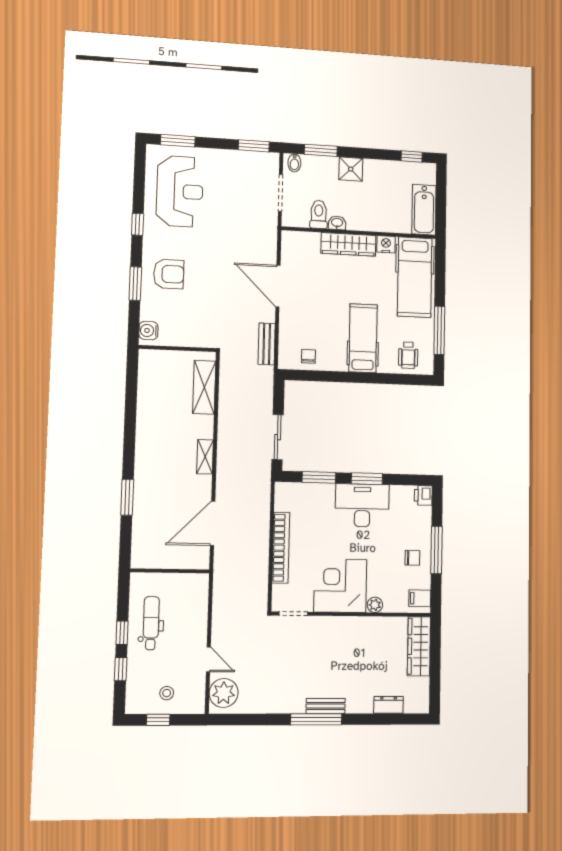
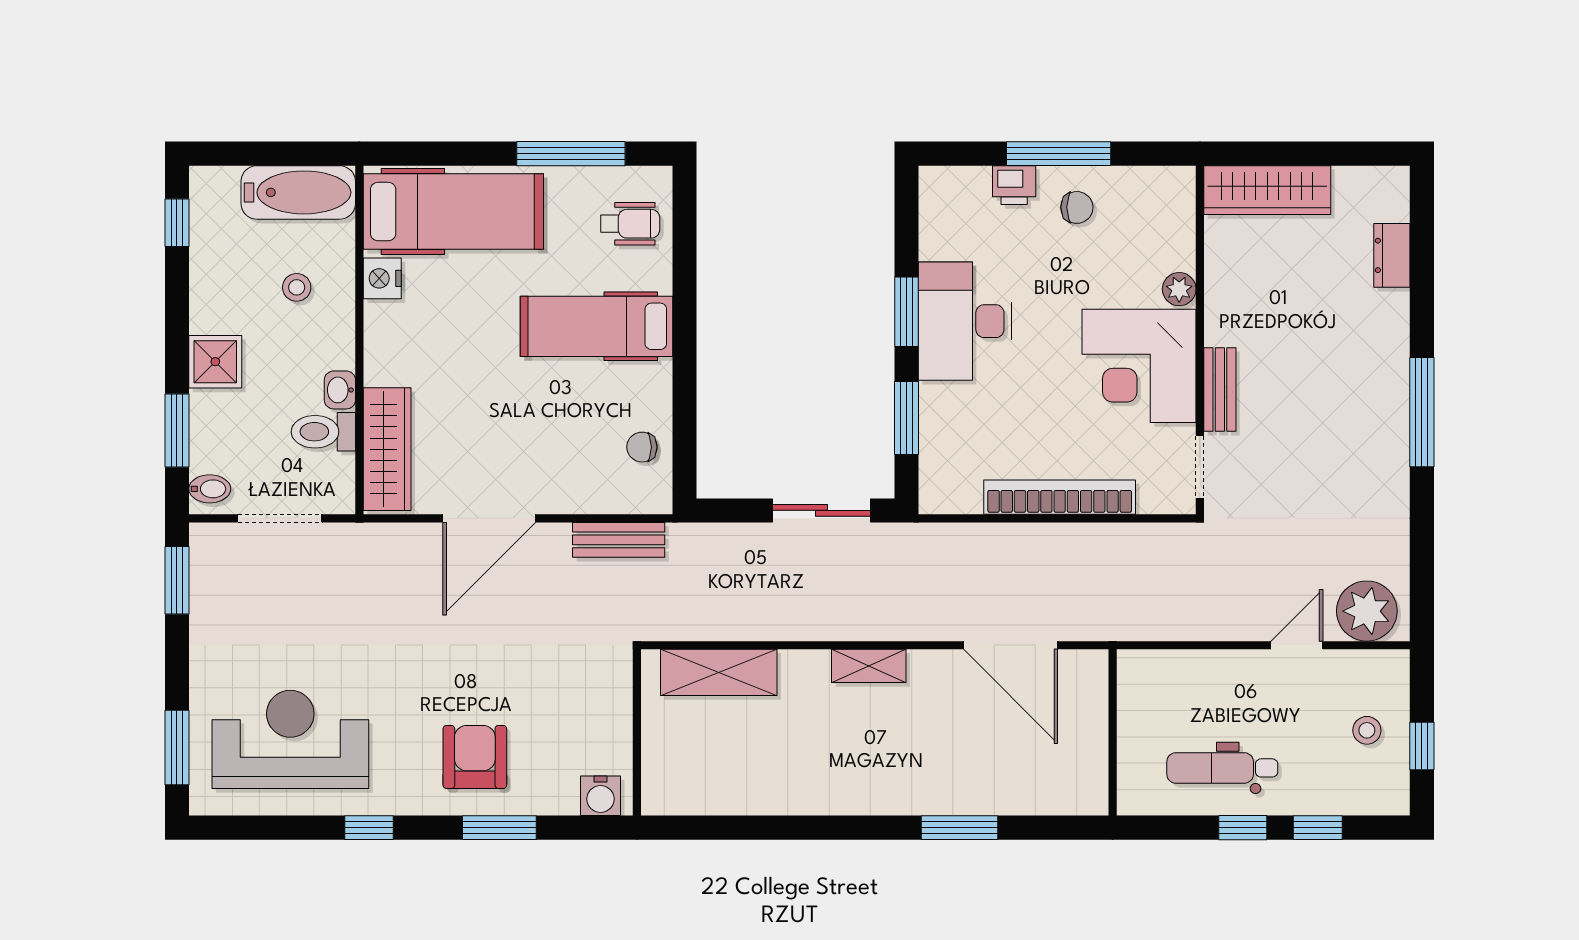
stool: (383, 207) -> (297, 287), added
wardrobe: (348, 244) -> (387, 449), moved
printer: (423, 495) -> (1014, 185), moved
chair: (412, 558) -> (1077, 207), turned 90
filing cabinet: (420, 598) -> (1164, 190), removed
bench: (326, 706) -> (1220, 390), moved

